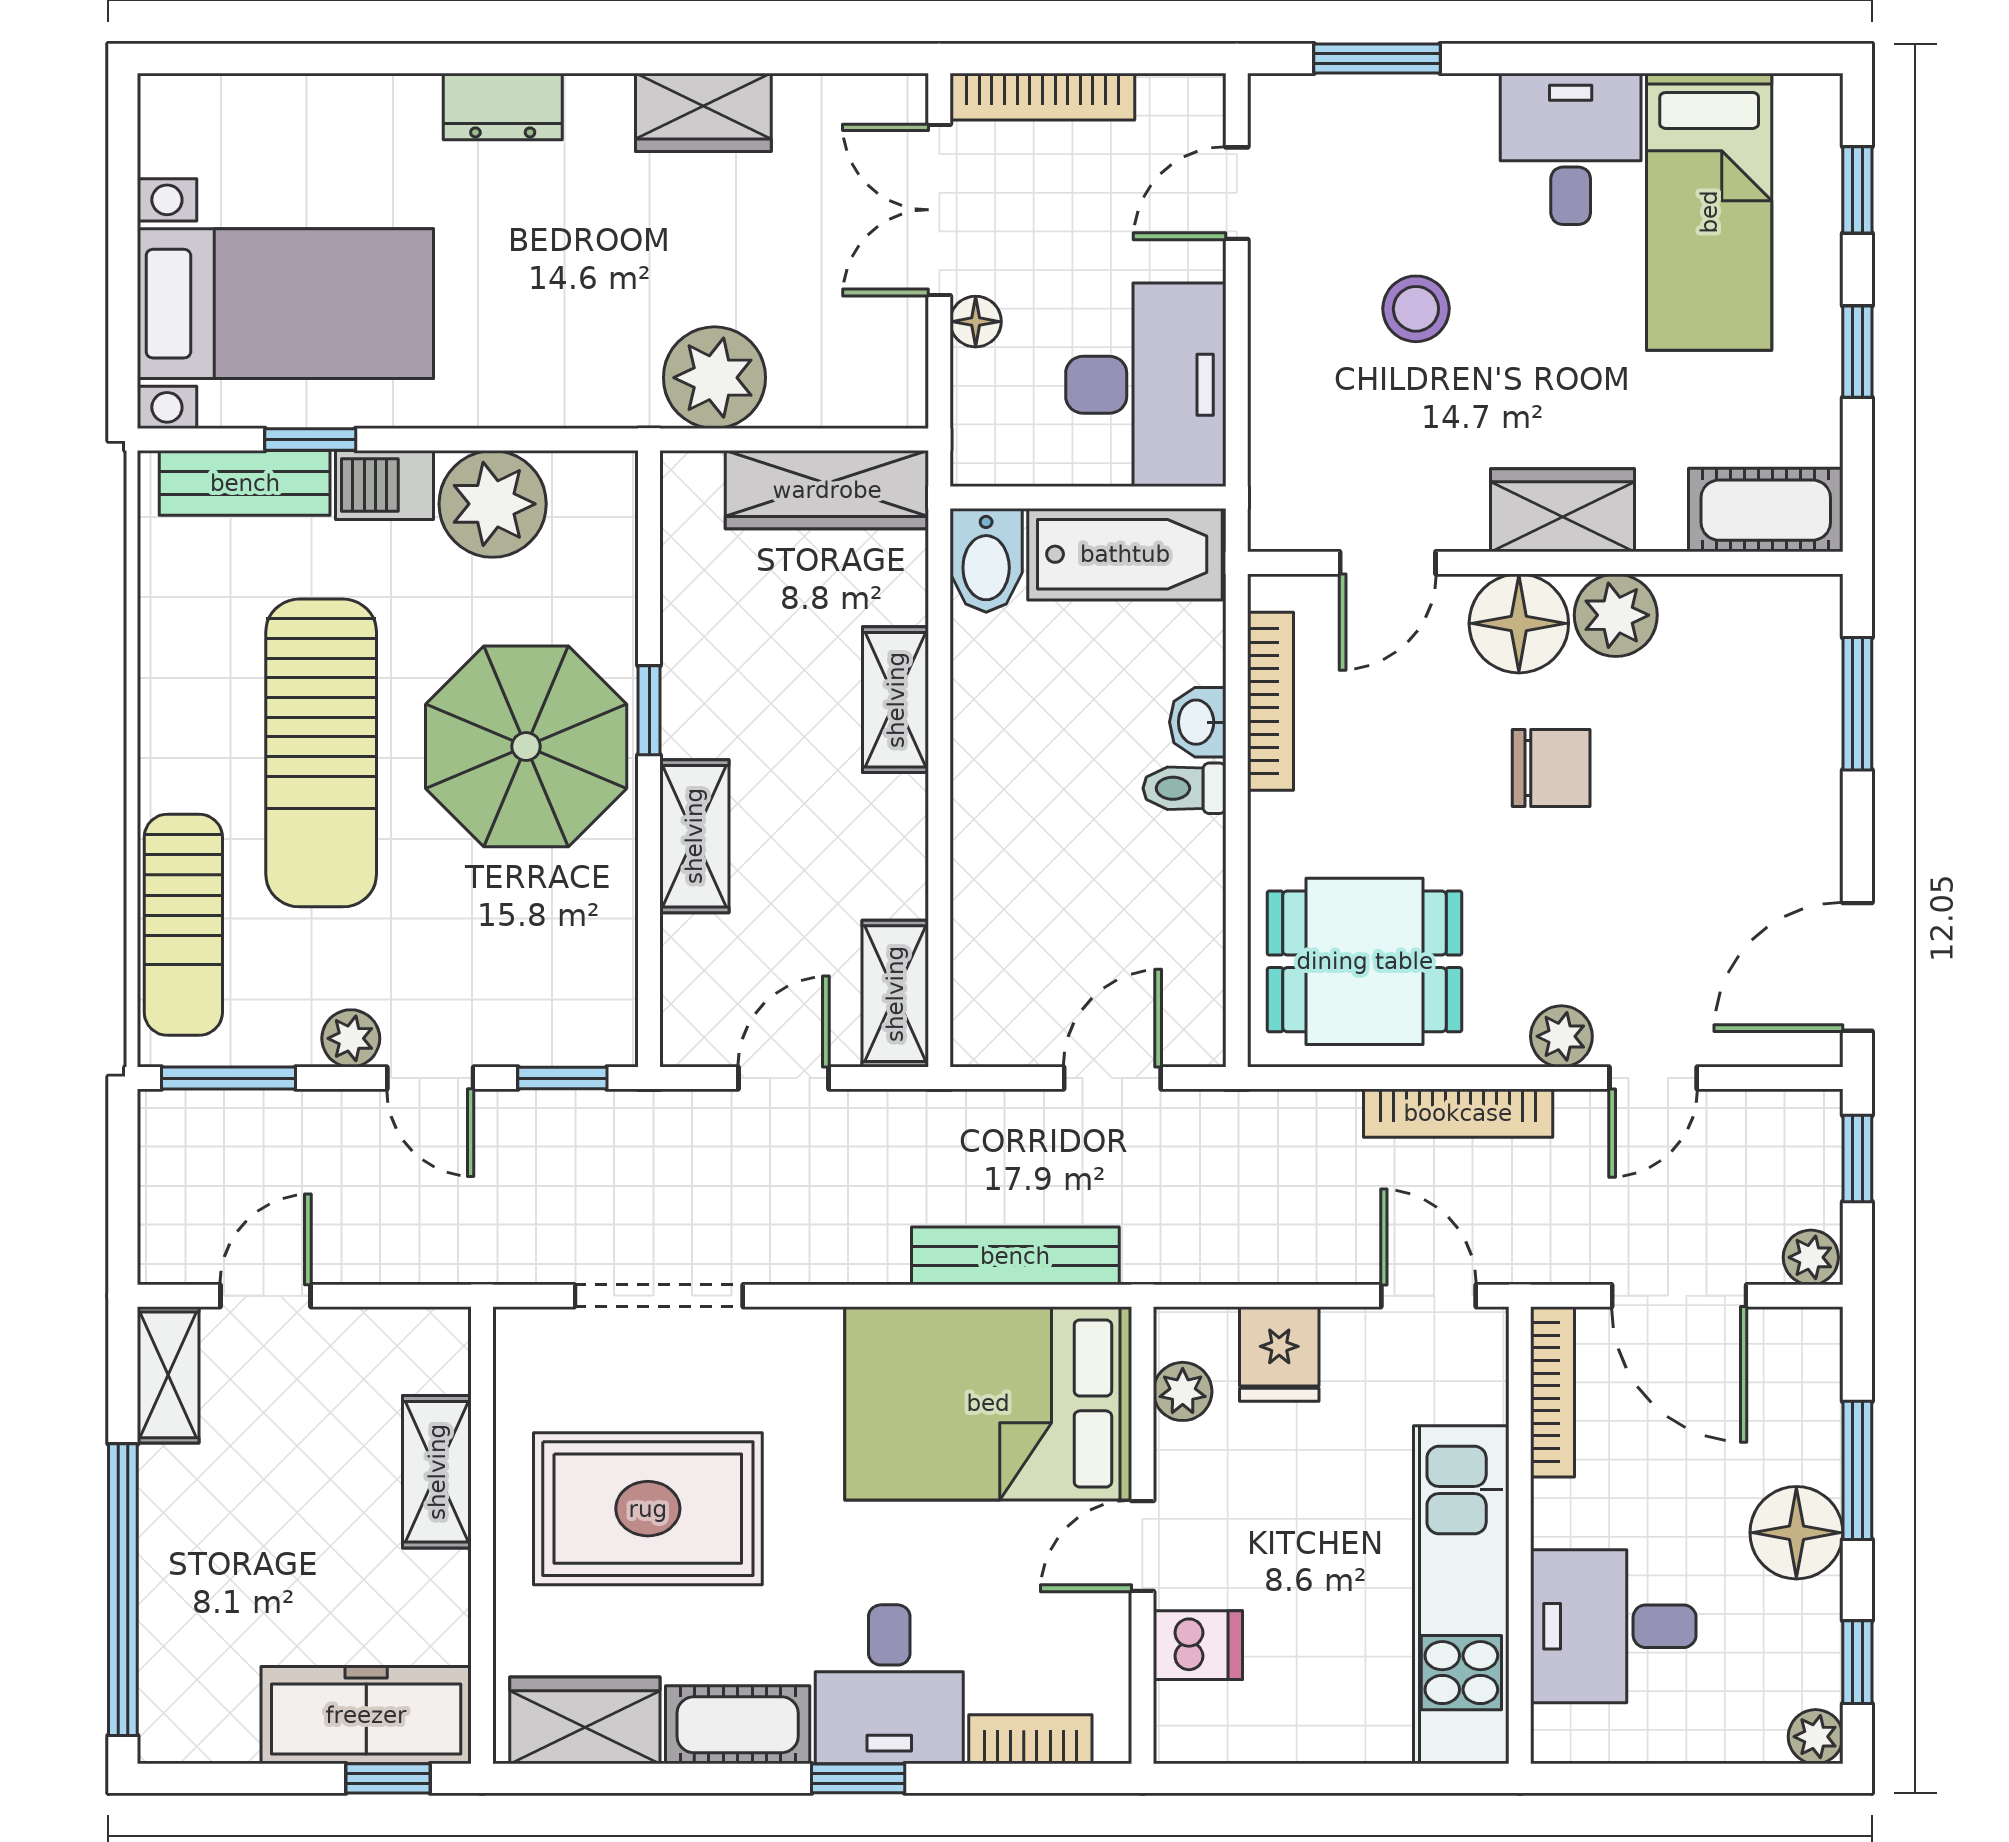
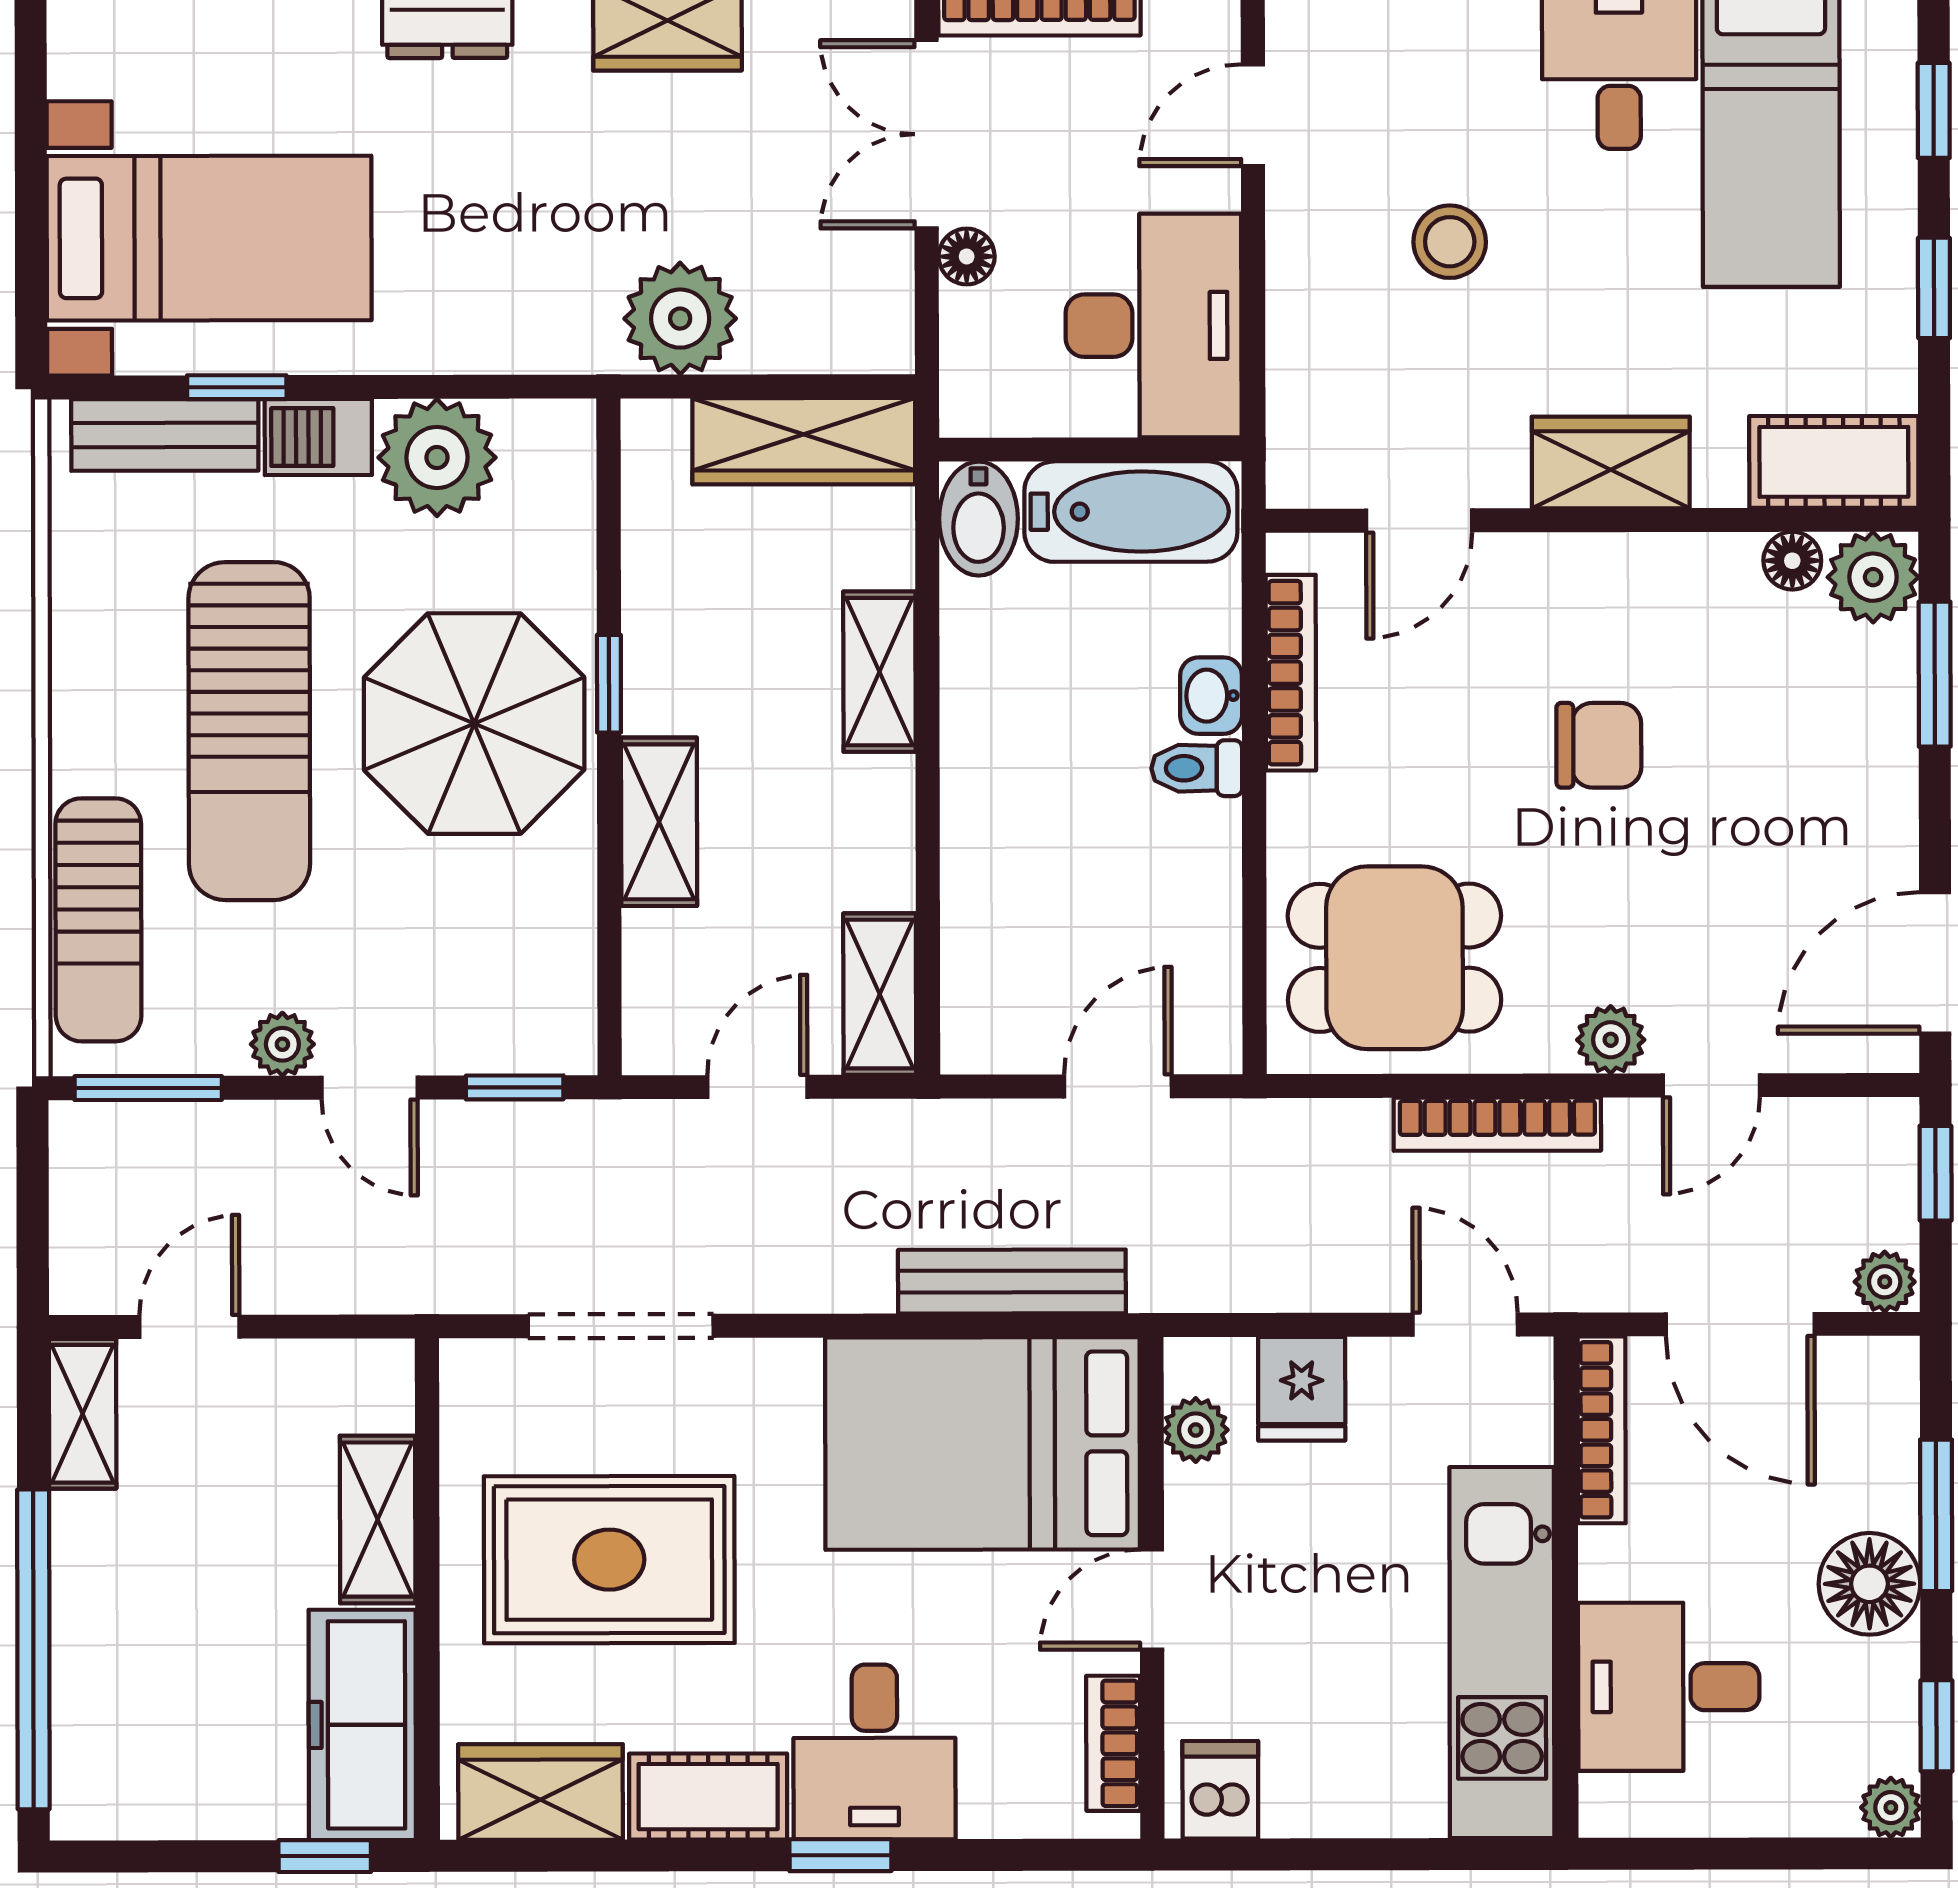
plant: (1616, 615) -> (1873, 577), moved
floor lamp: (1519, 623) -> (1792, 561), moved, width x0.53, depth x0.53
dishwasher: (1198, 1645) -> (1220, 1790), moved, turned -90
freezer: (366, 1715) -> (362, 1725), moved, turned -90
bookcase: (1030, 1739) -> (1113, 1743), moved, turned -90

